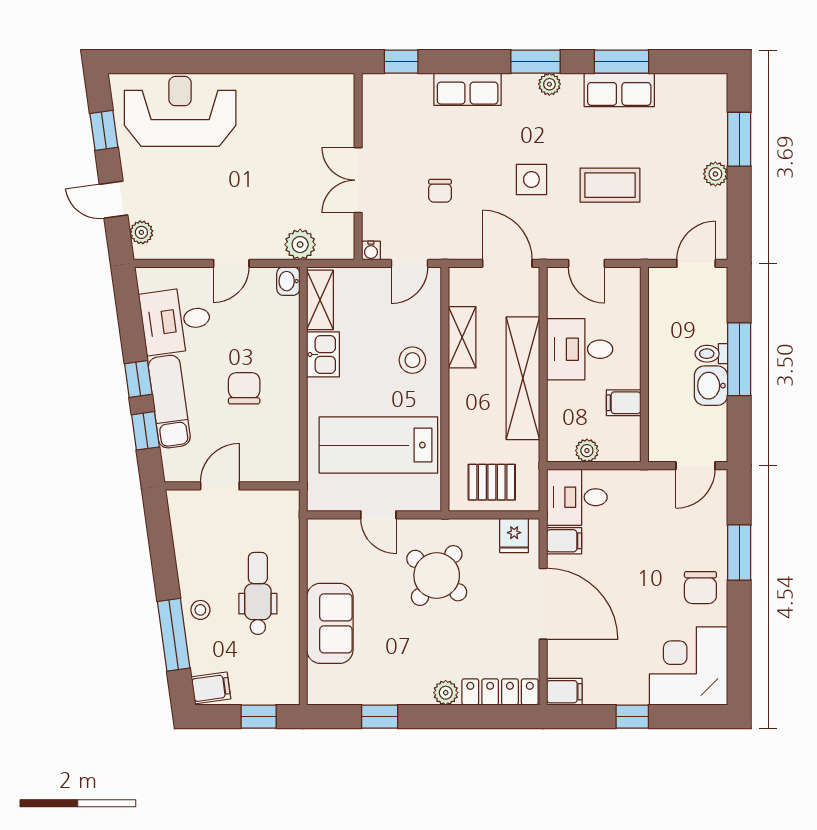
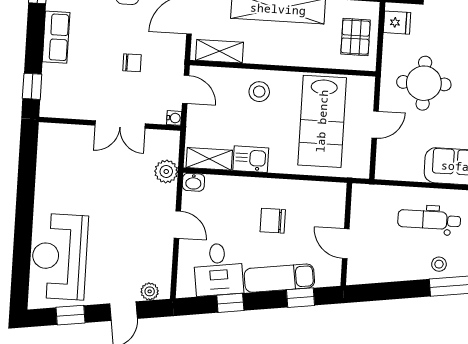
shelving: (462, 337) -> (220, 51), moved
window: (138, 379) -> (230, 303), moved
round table: (437, 576) -> (424, 83), turned -38

